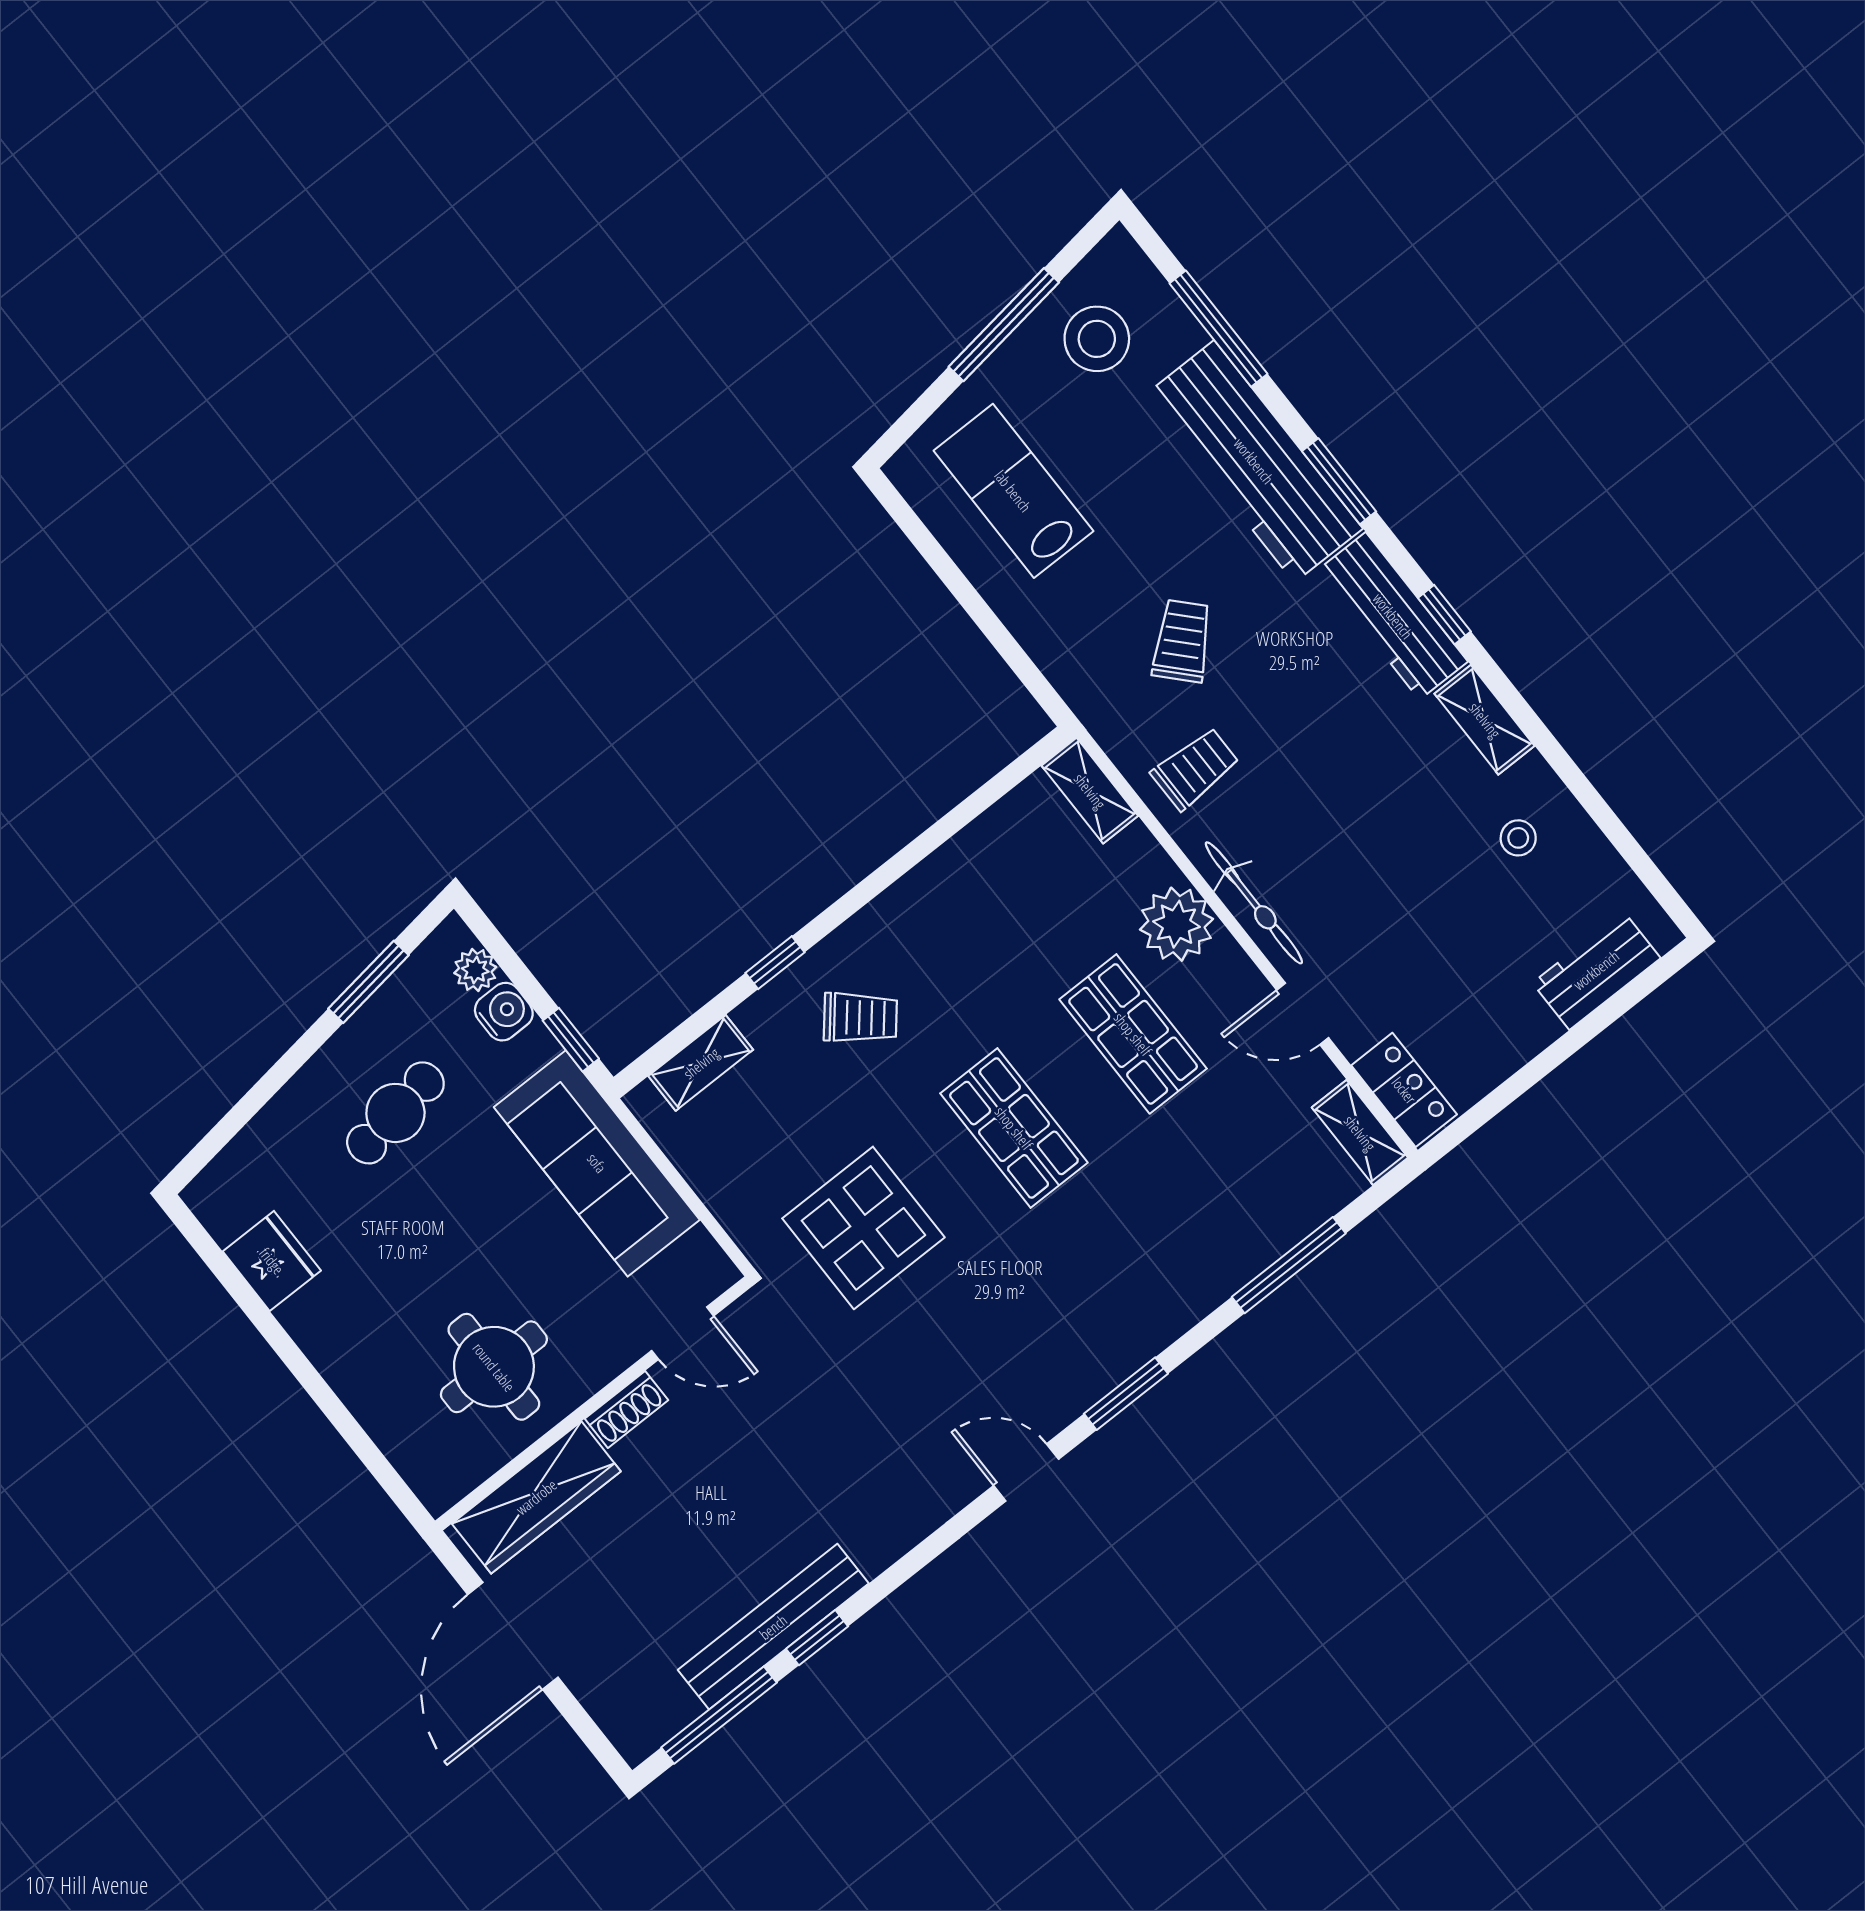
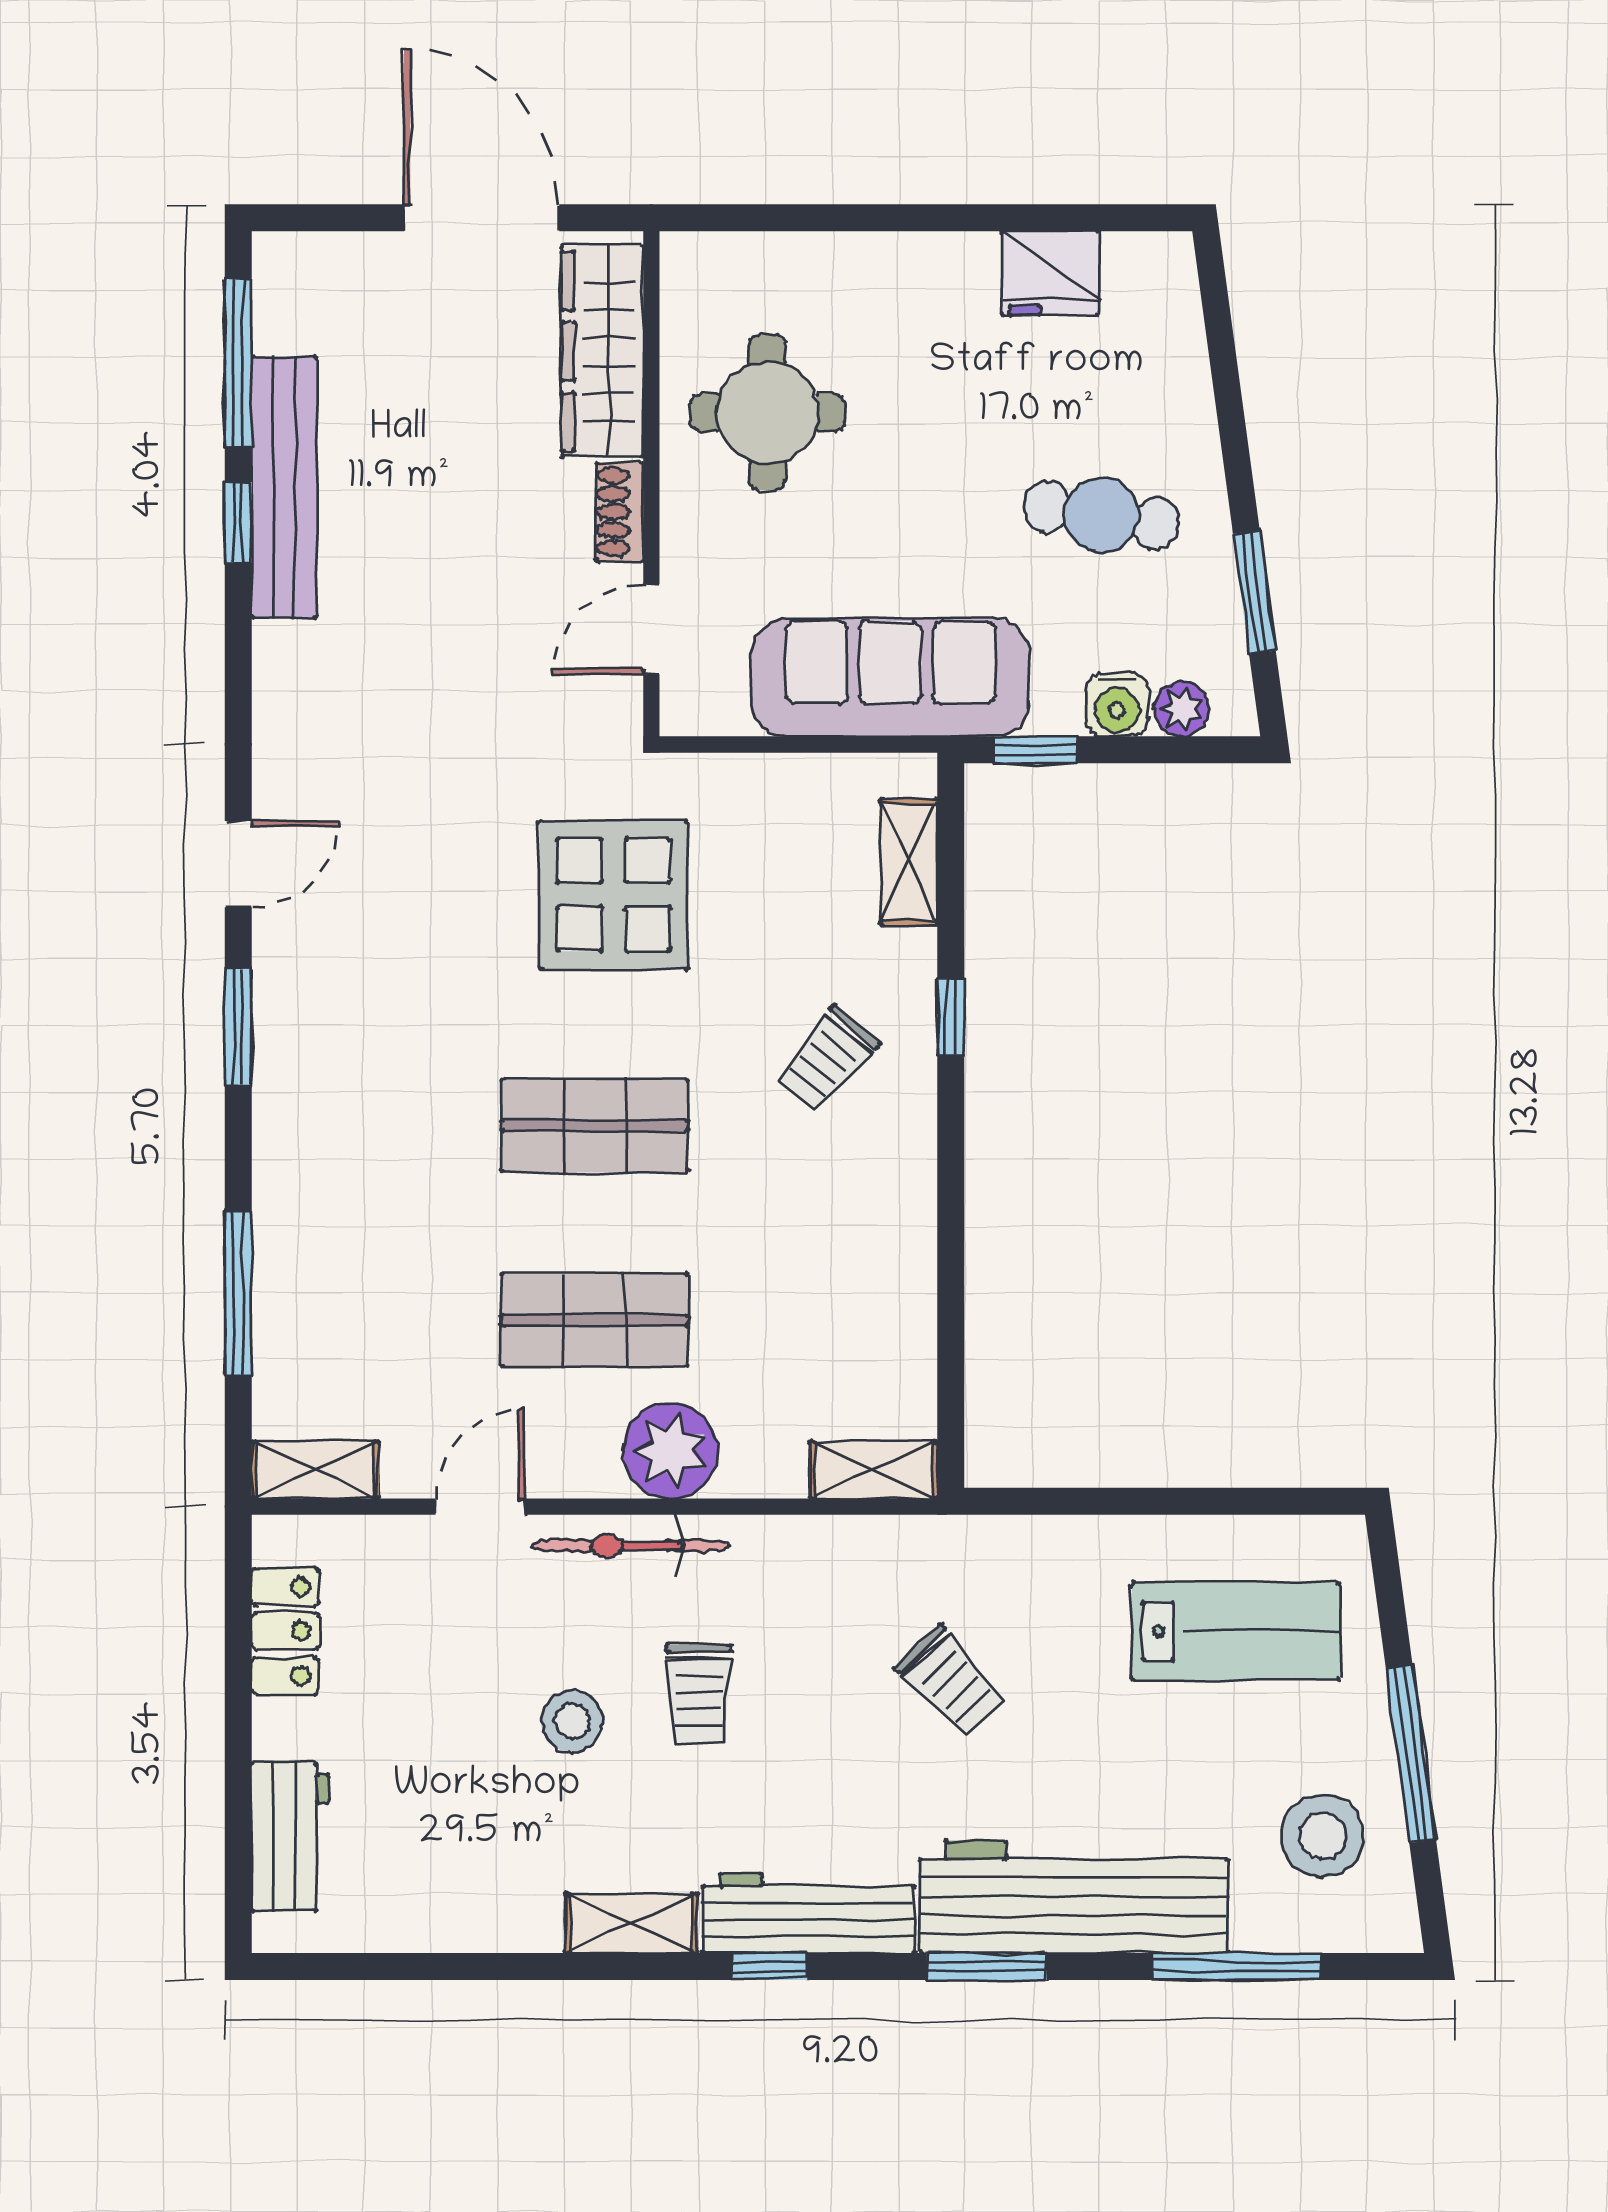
trolley: (1195, 769) -> (699, 1694), moved
stool: (1518, 838) -> (572, 1721), moved, width x1.37, depth x1.37
locker: (1404, 1090) -> (285, 1631), moved, turned -90
cafe table: (395, 1113) -> (1101, 515), turned -72

